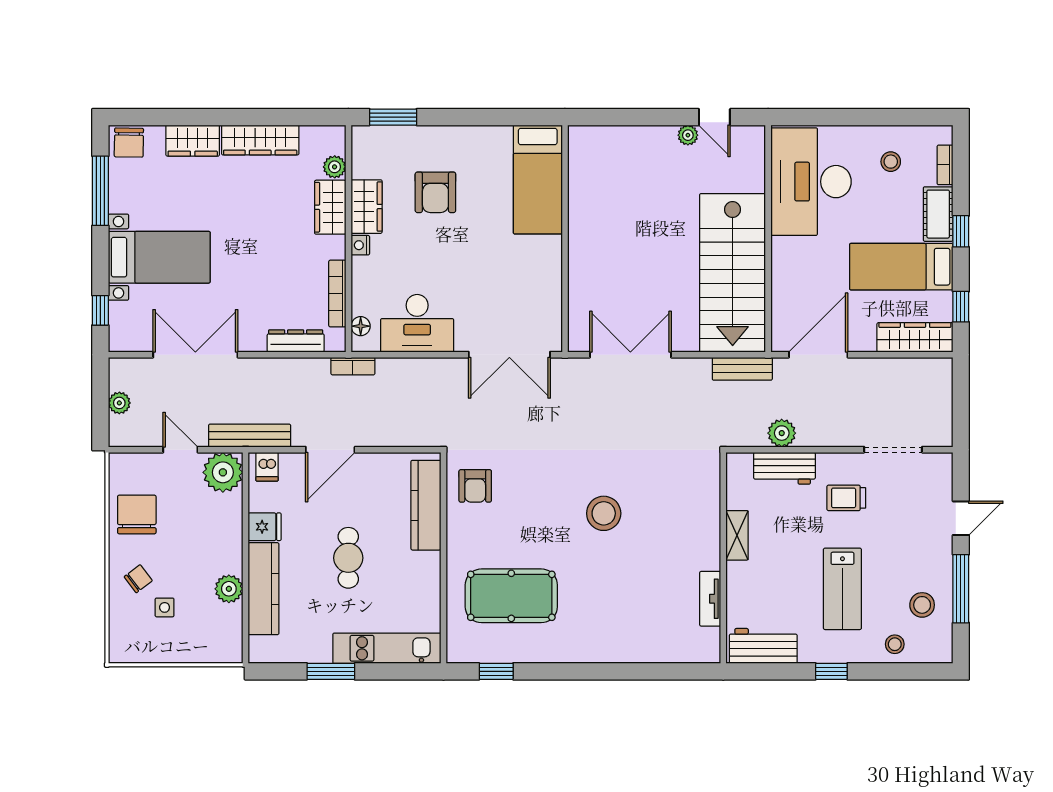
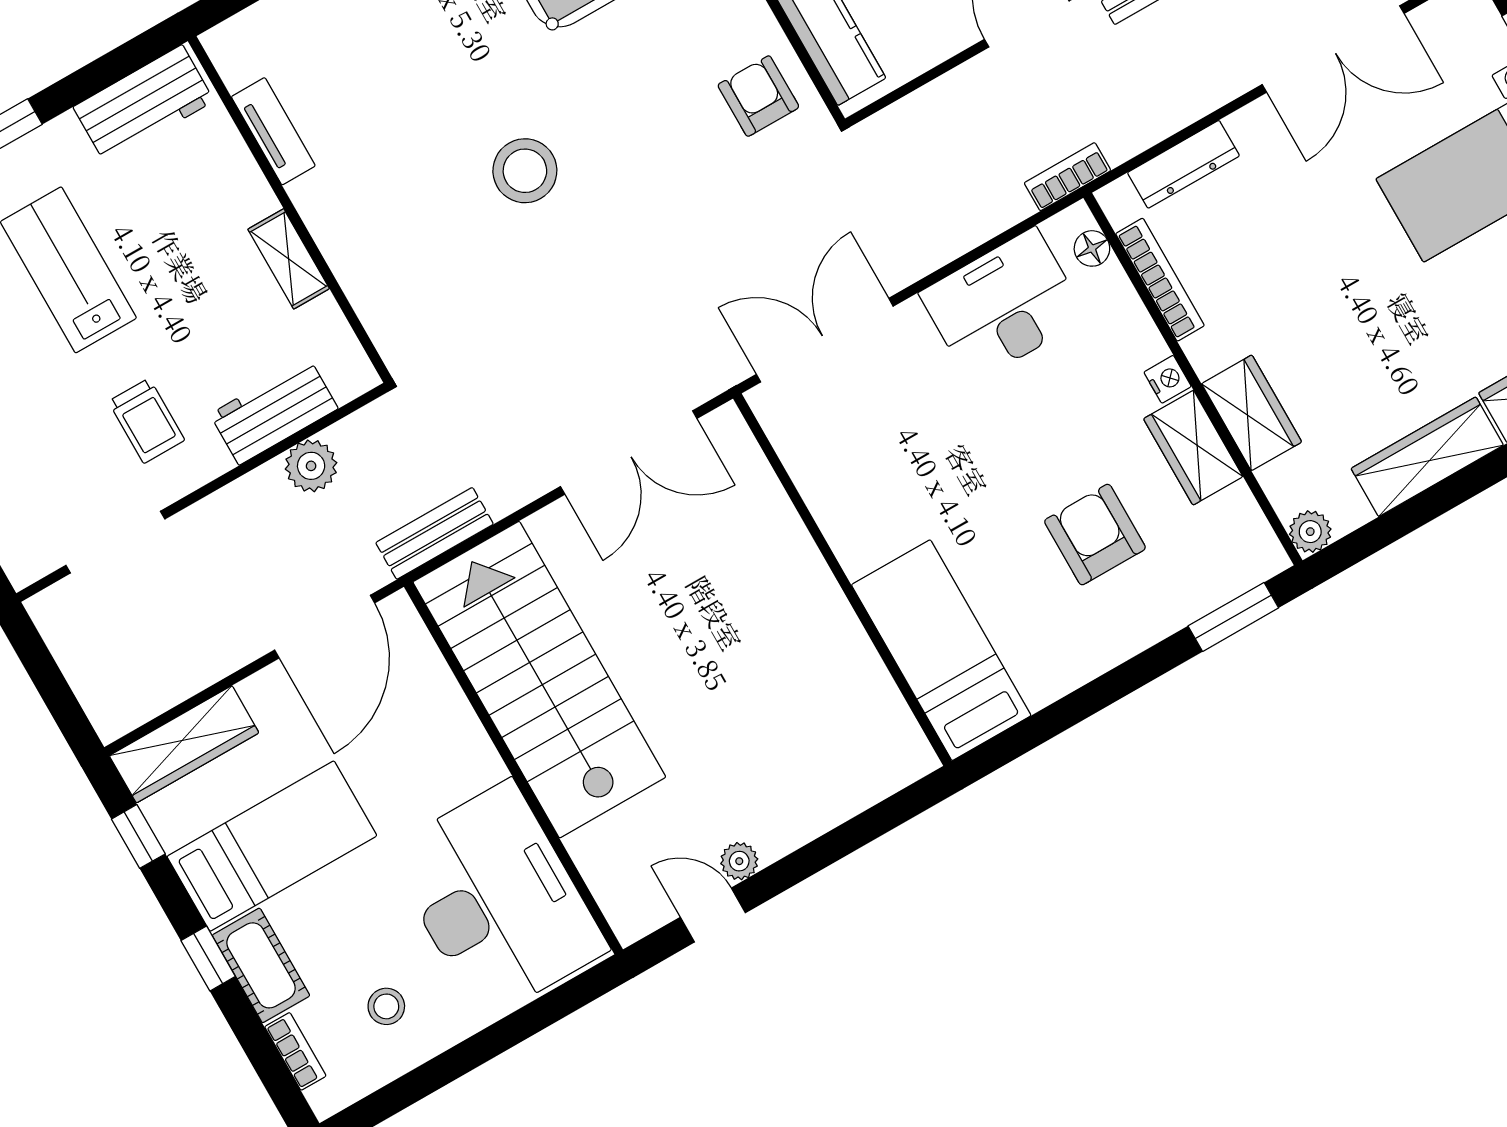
plant: (335, 167) -> (1310, 532), moved
trolley: (846, 498) -> (146, 421), turned 90

